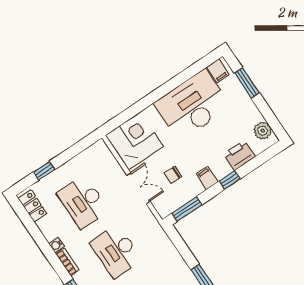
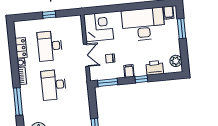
window: (44, 171) -> (49, 15), moved
locker: (32, 206) -> (21, 48), moved

